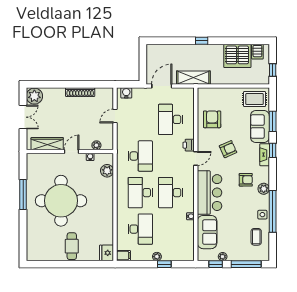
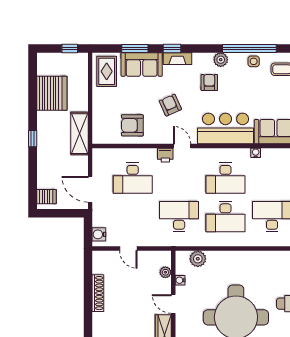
server rack: (257, 52) -> (46, 197), moved
shelving: (193, 78) -> (79, 134), moved

